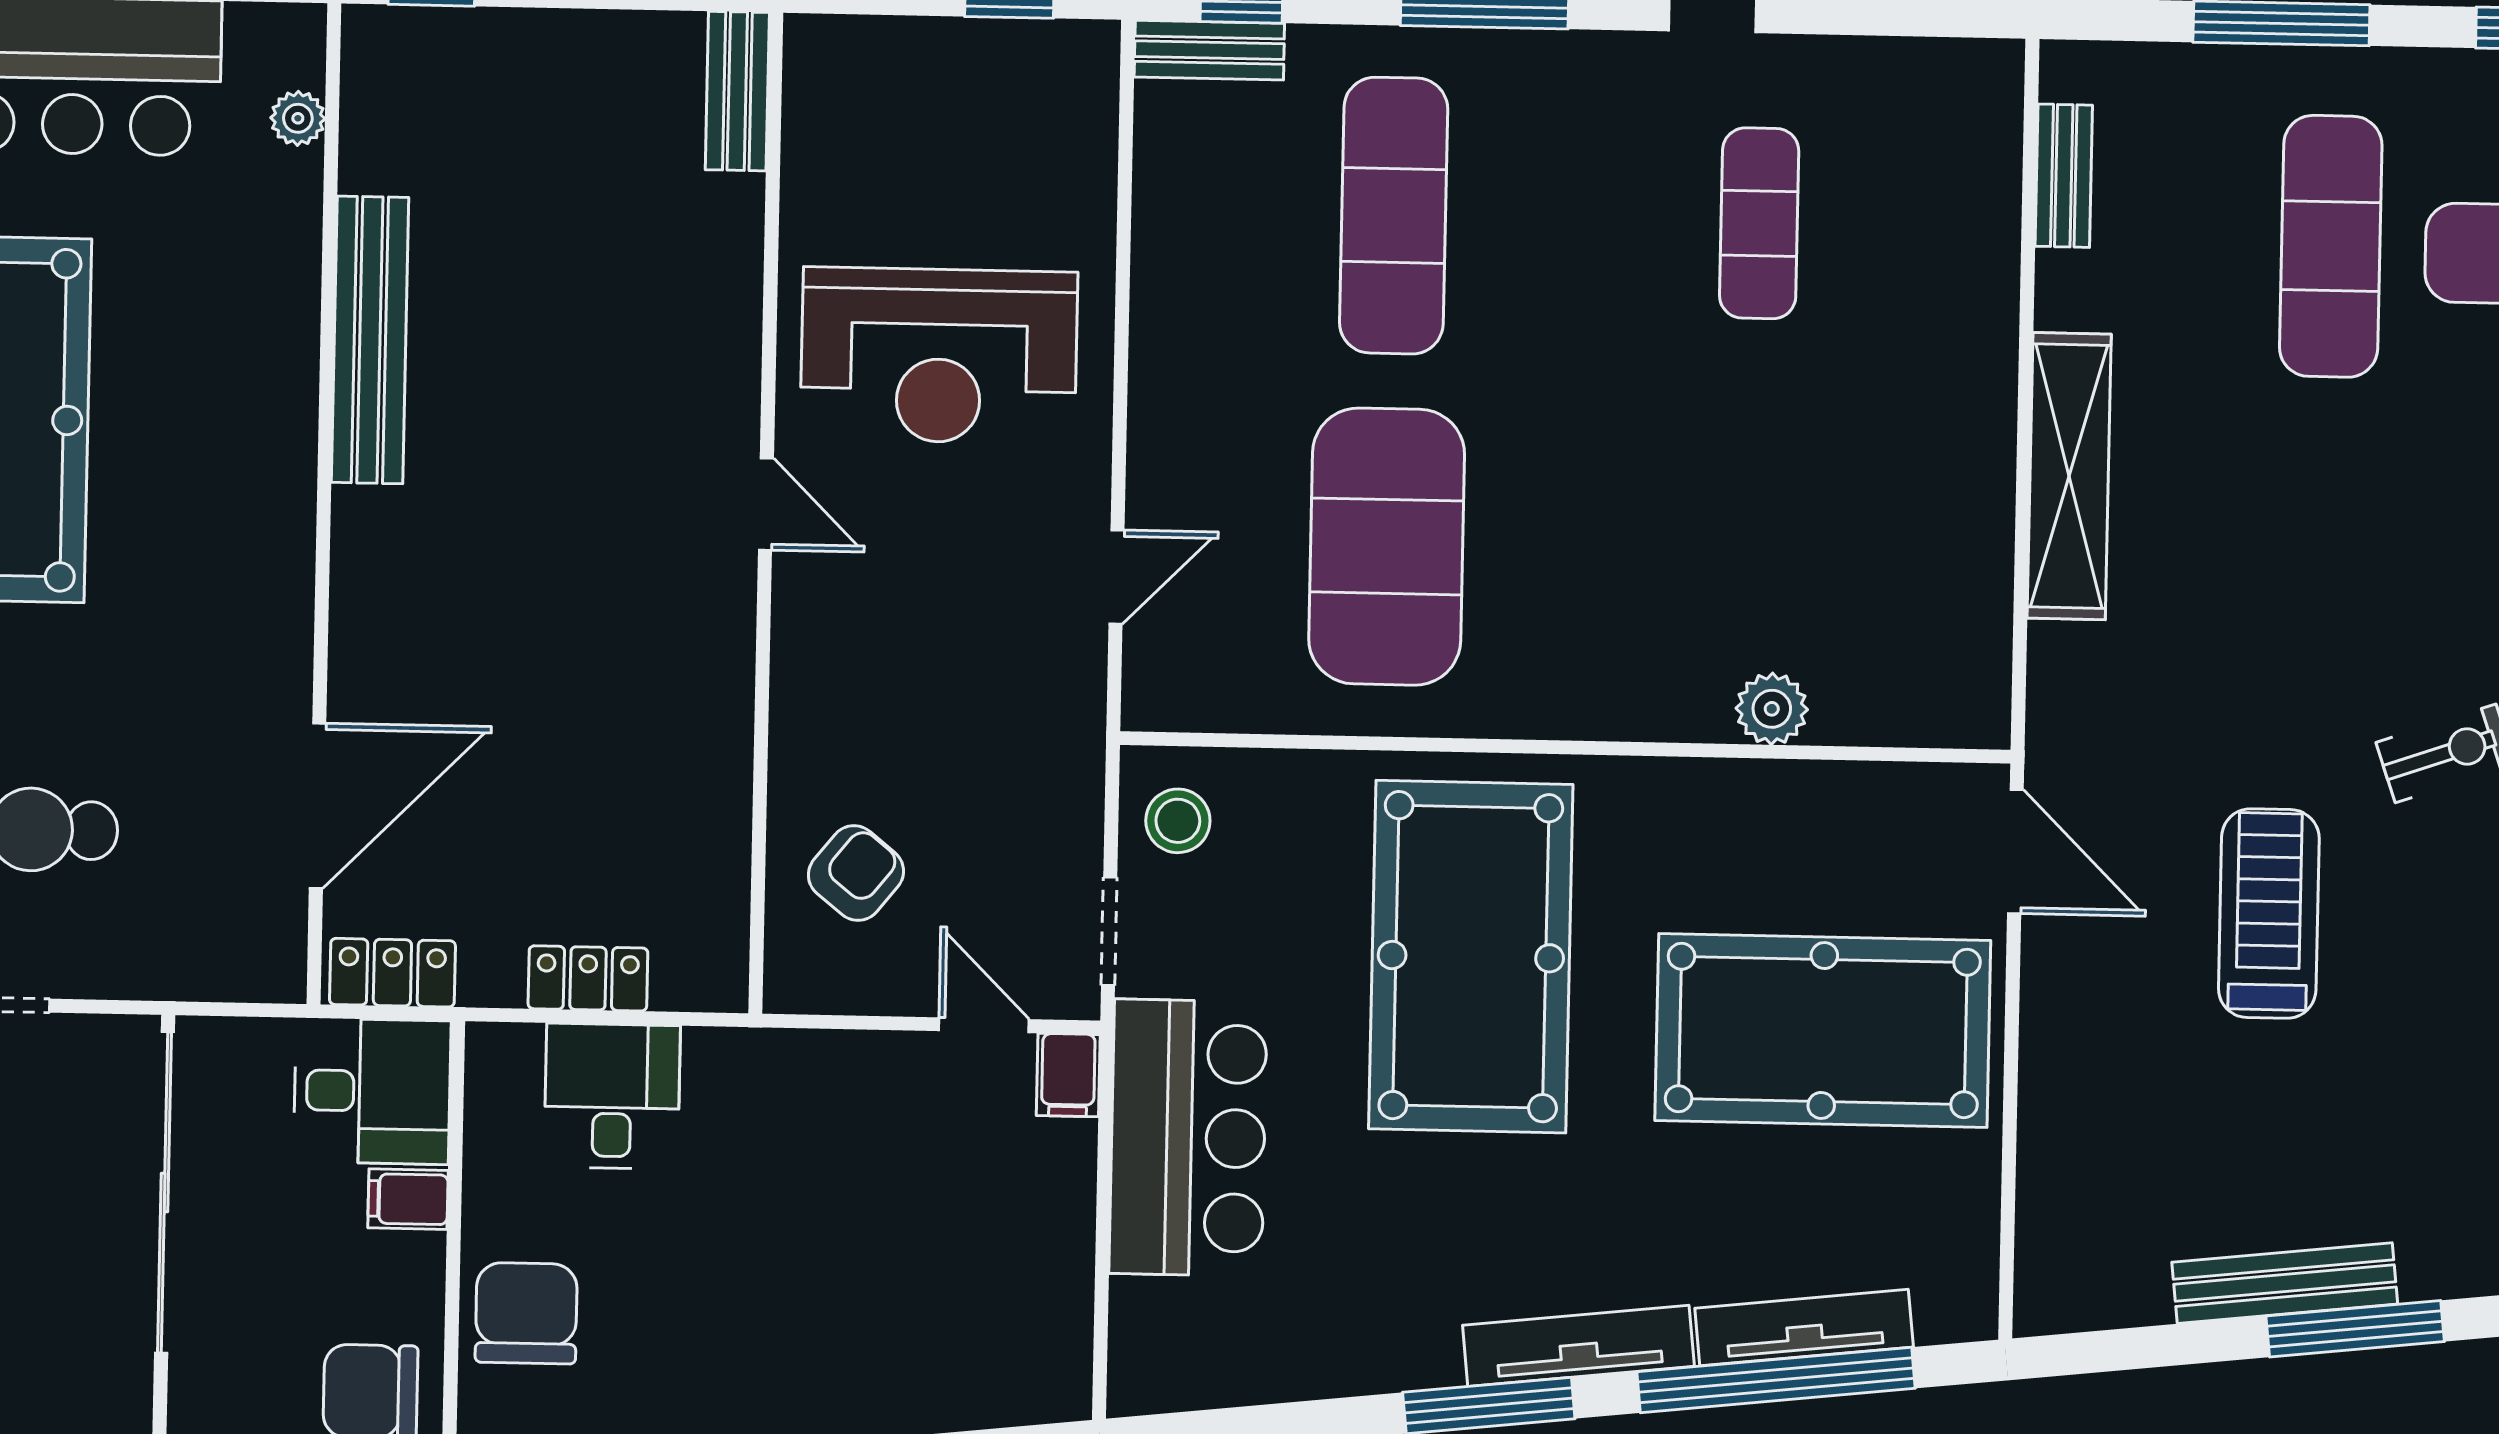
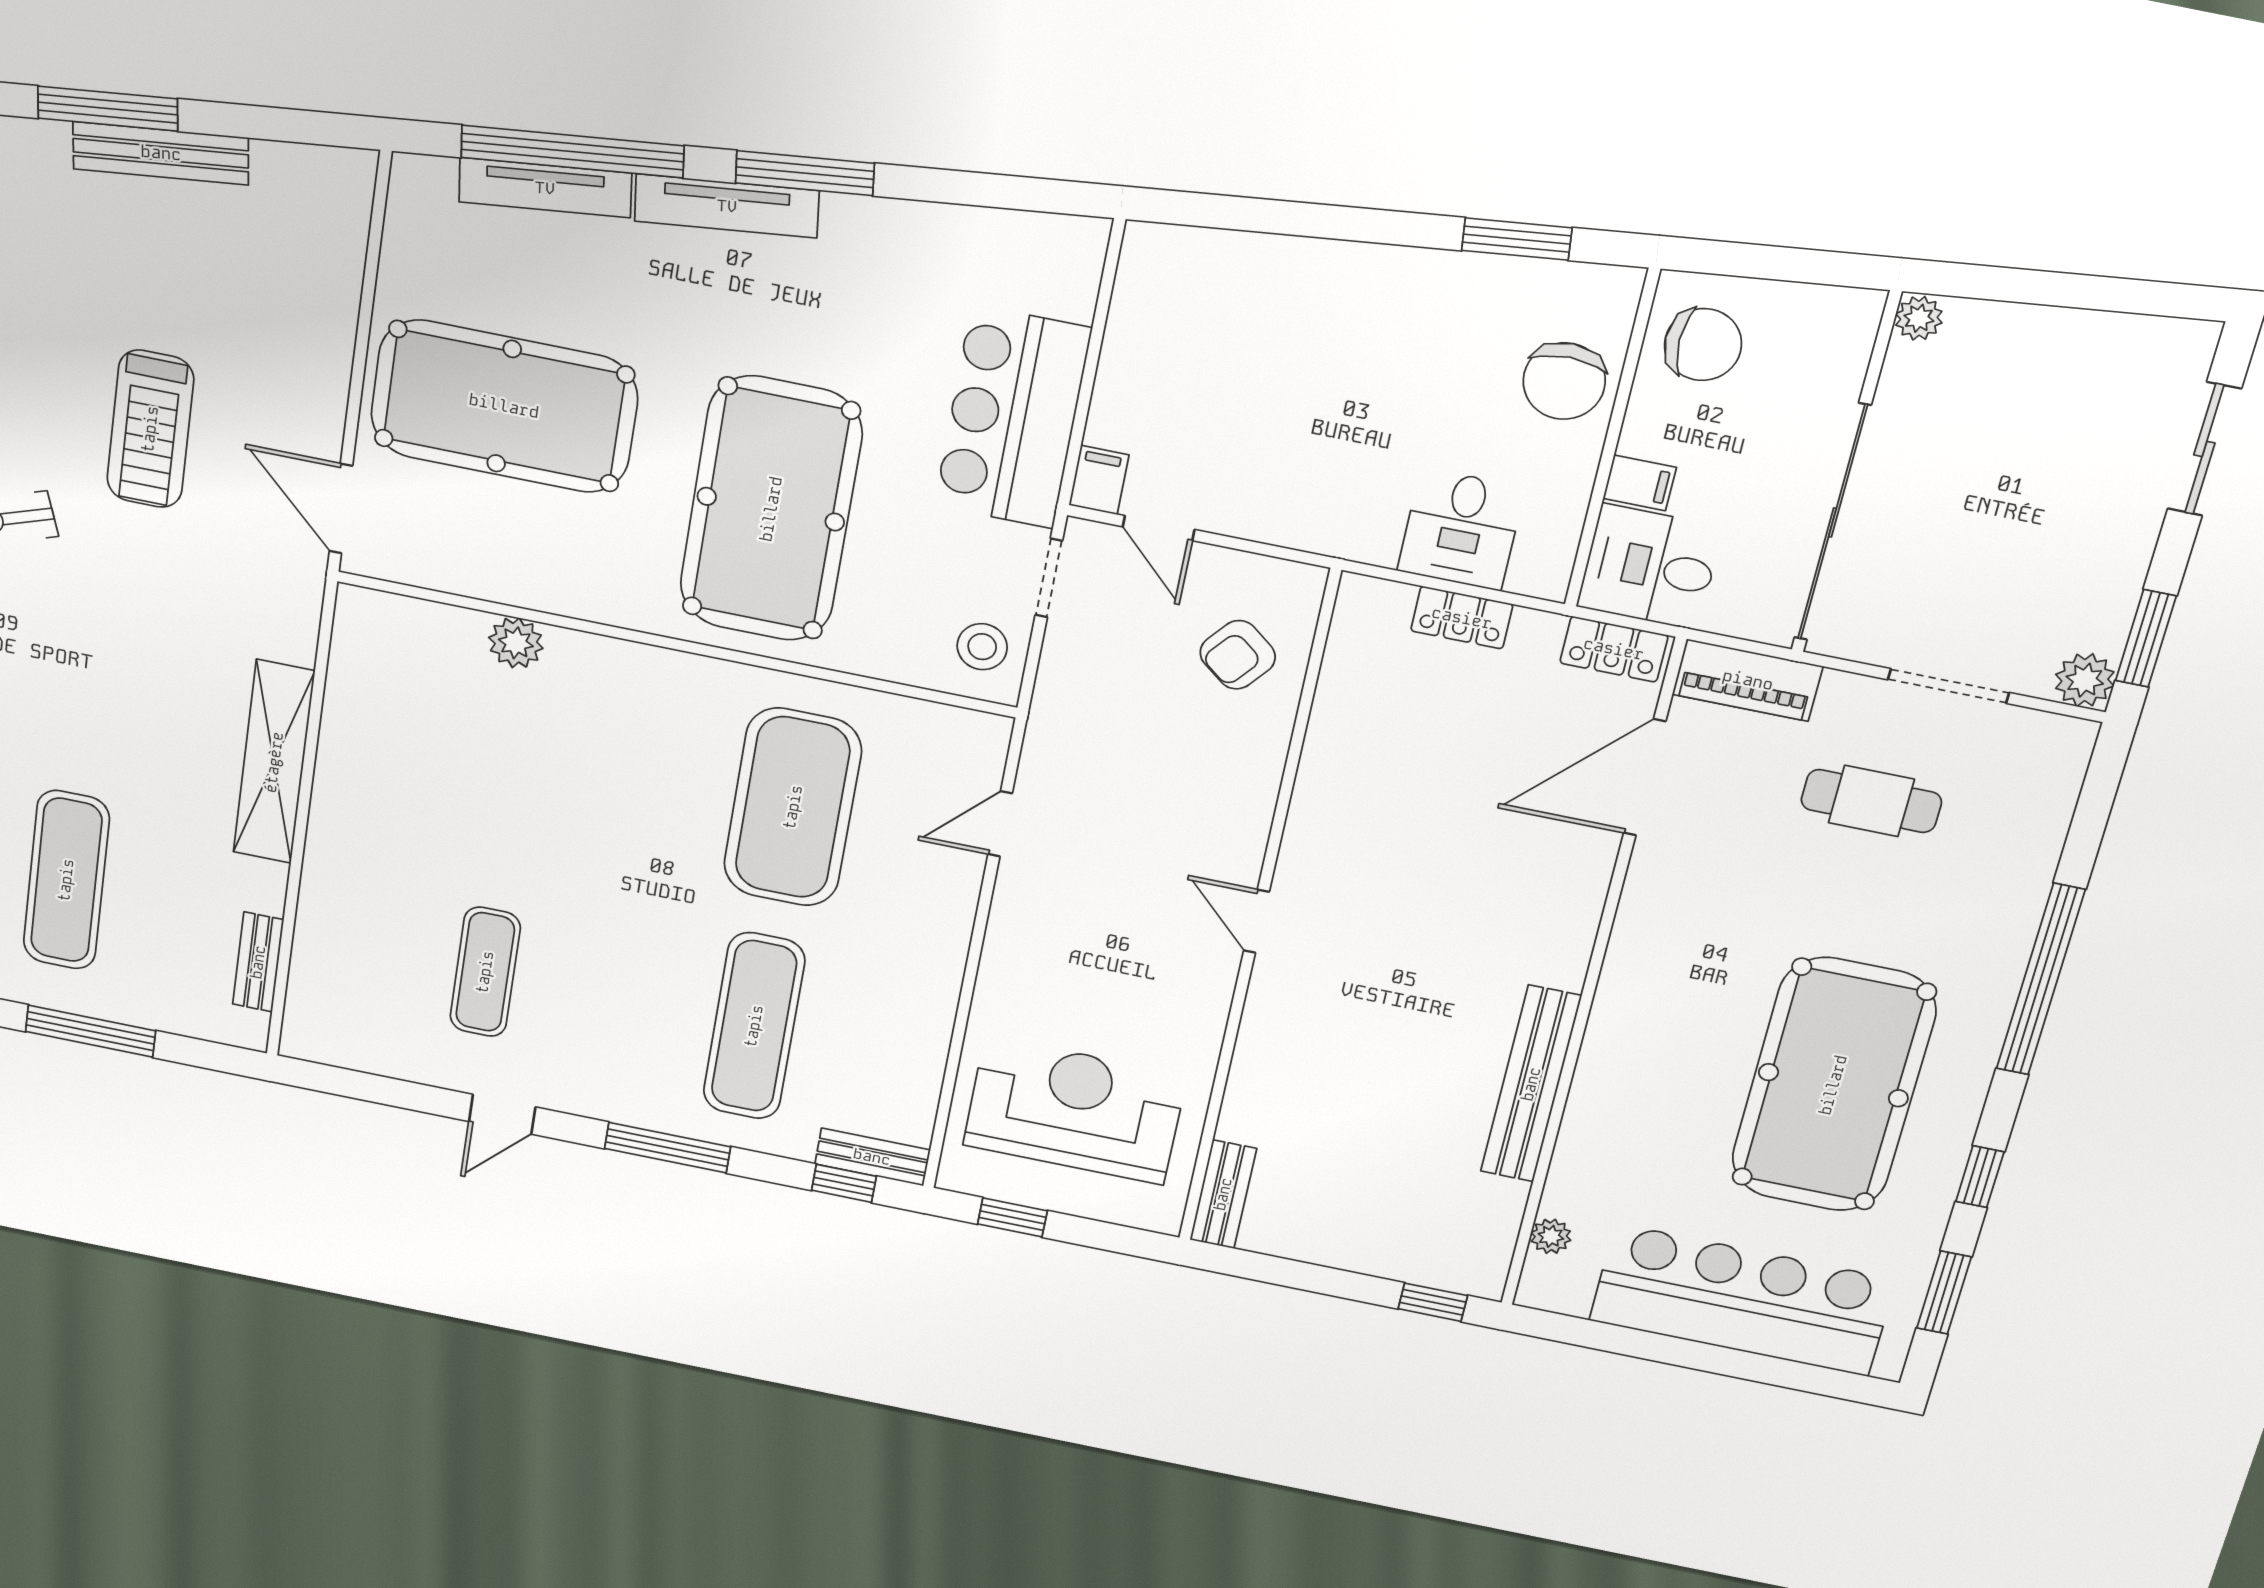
reception desk: (939, 356) -> (1075, 1110), moved
piano: (220, 963) -> (1748, 680), added

